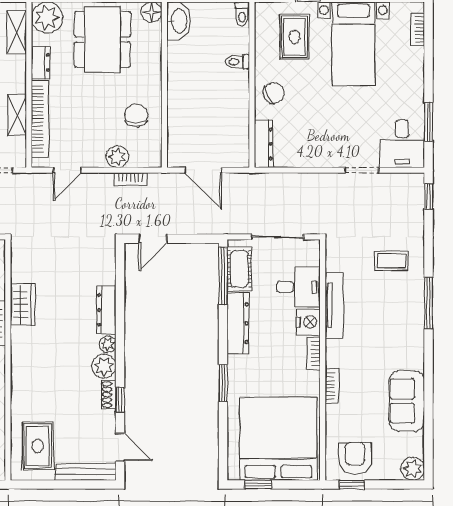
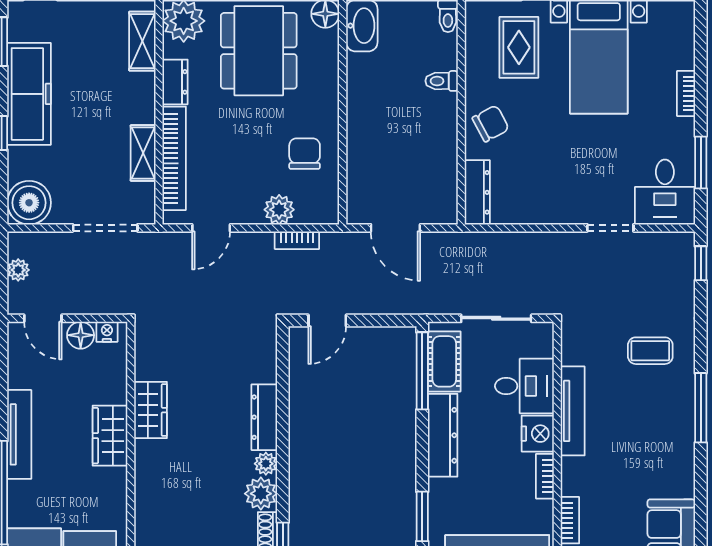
bookcase: (418, 30) -> (686, 93), moved

